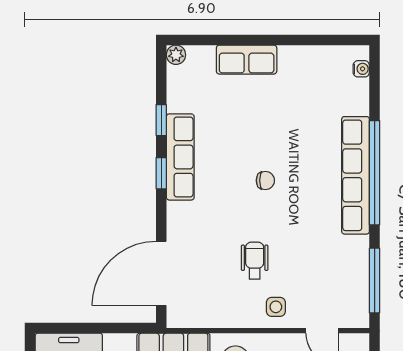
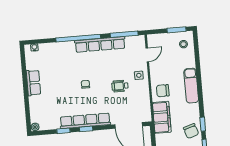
row of seats: (247, 60) -> (33, 83), moved
row of seats: (180, 157) -> (85, 121), width x1.36
row of seats: (356, 175) -> (100, 44), moved

